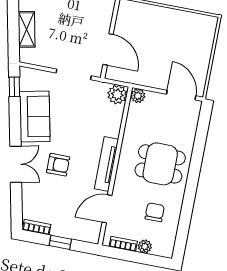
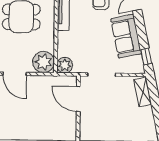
shelving: (27, 29) -> (143, 92), moved
plant: (138, 96) -> (44, 62), width x1.87, depth x1.87

